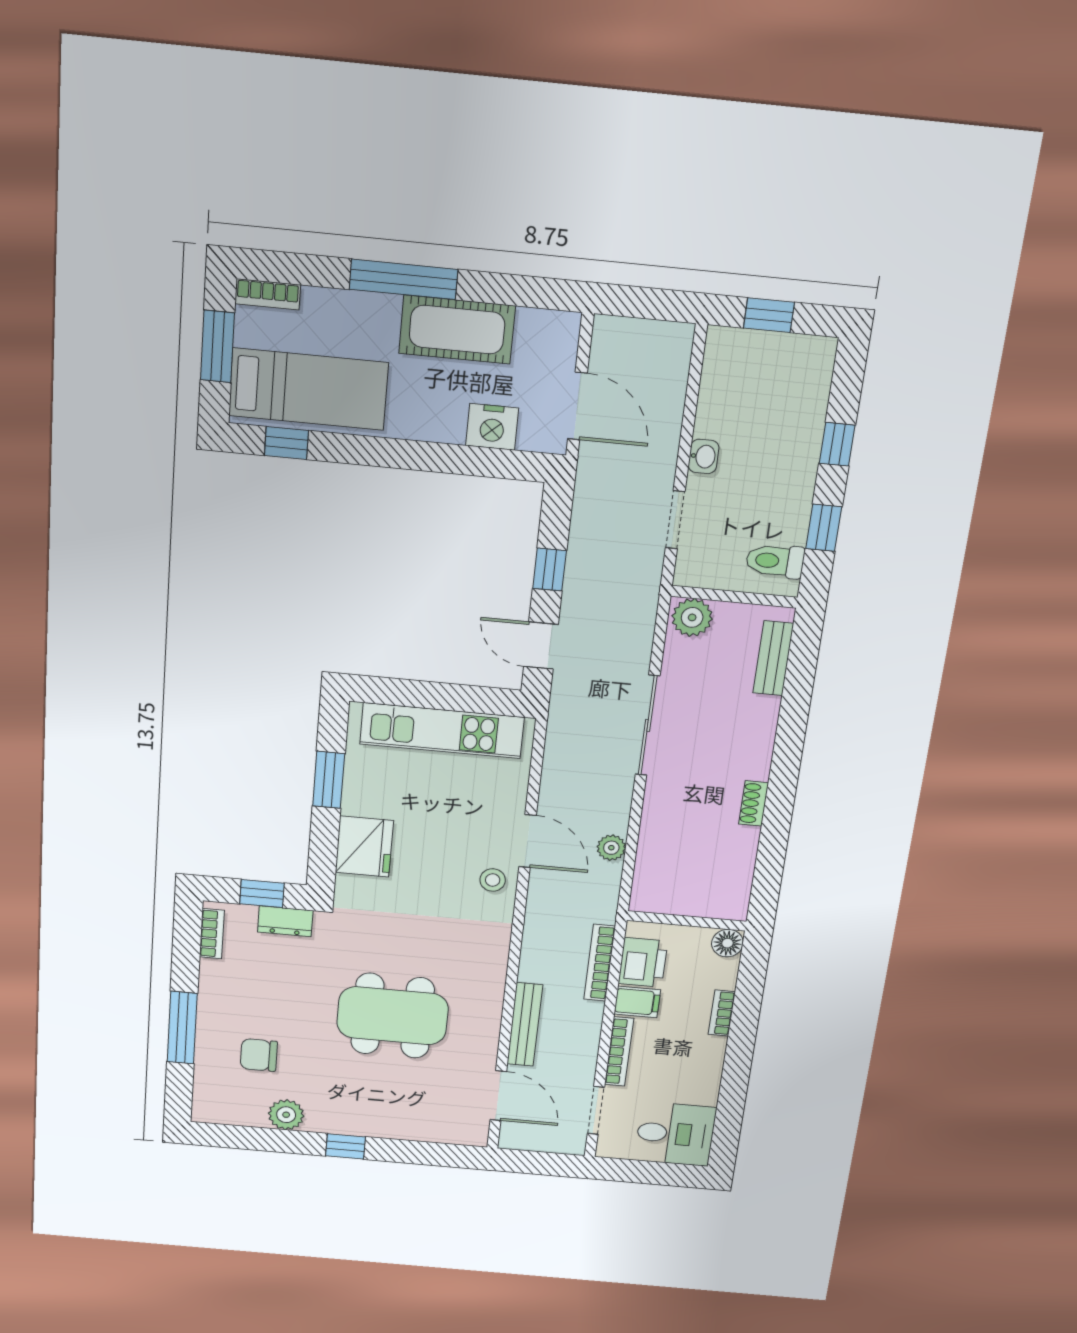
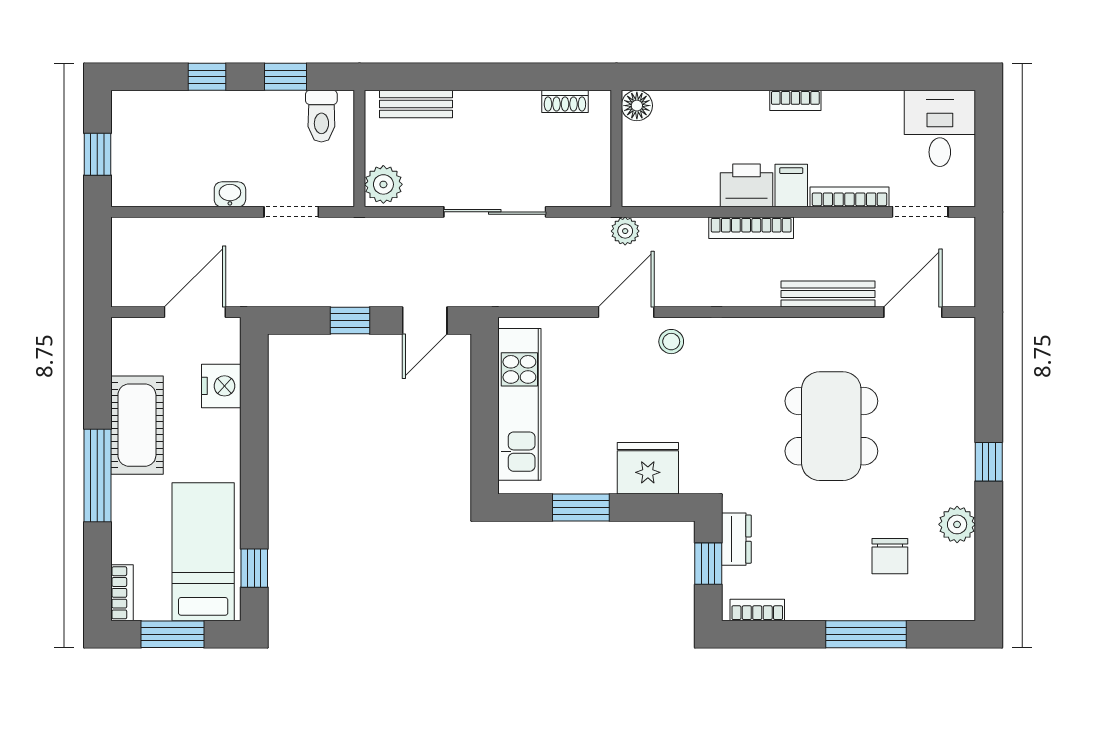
wall: (687, 921) -> (616, 149), moved
floor lamp: (727, 943) -> (637, 106), moved

